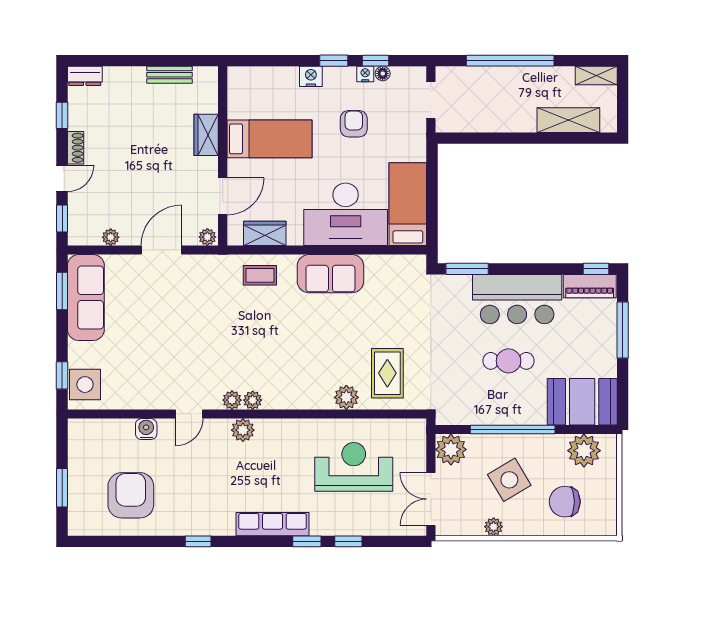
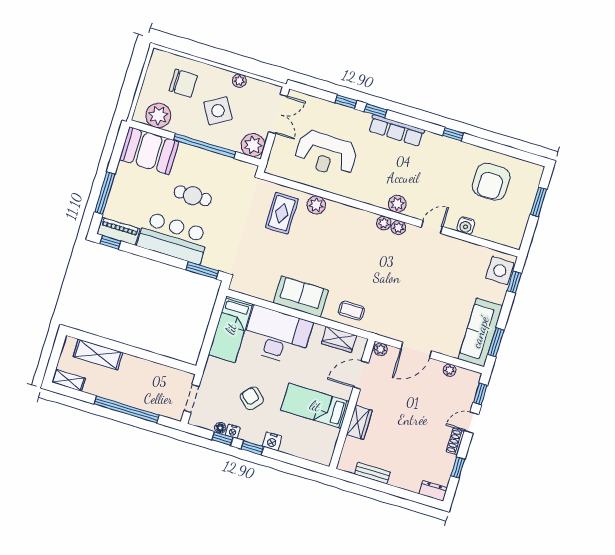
armchair: (354, 124) -> (252, 398), turned 132

